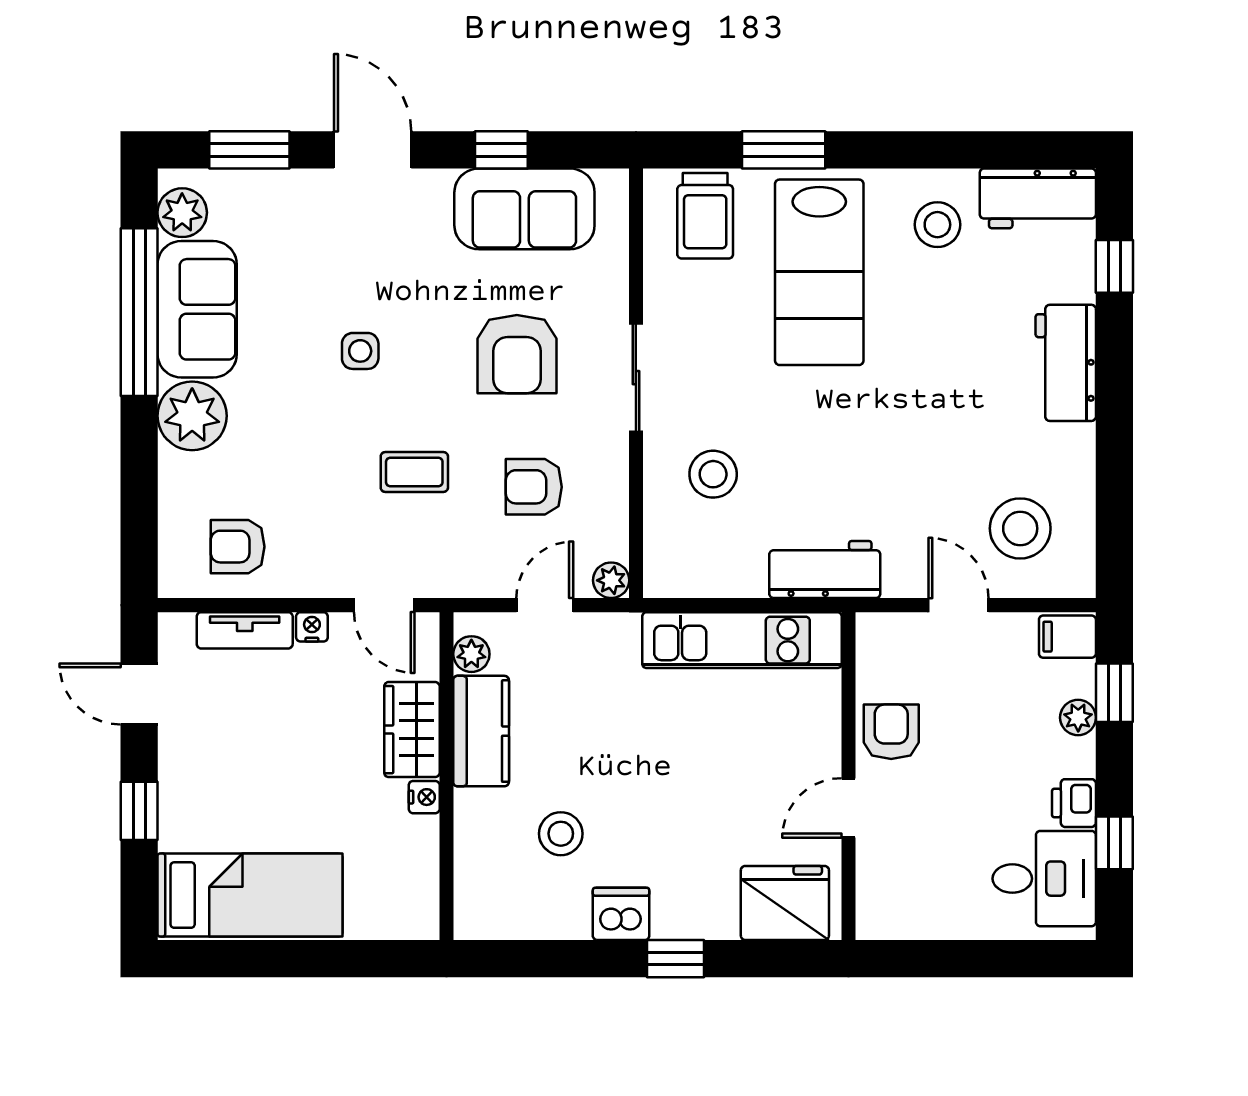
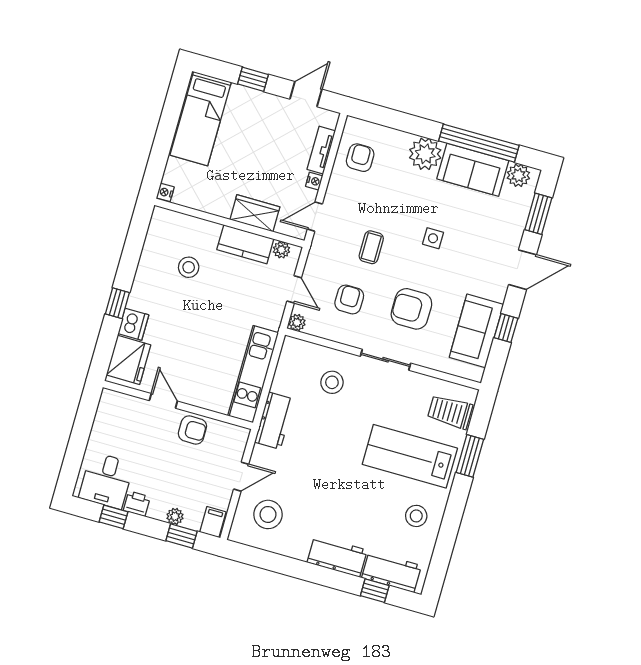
workbench: (1038, 198) -> (391, 572), moved, turned 90
nightstand: (424, 797) -> (165, 192), moved, turned 90
dishwasher: (621, 914) -> (133, 324), moved

